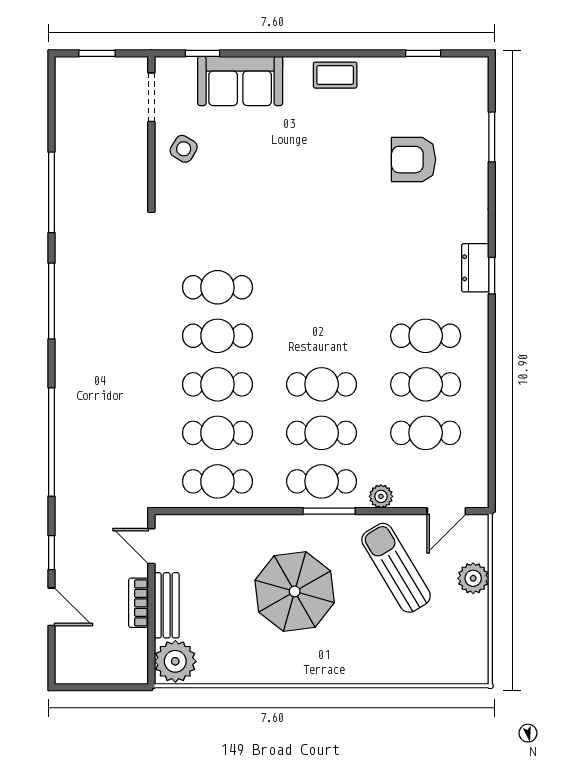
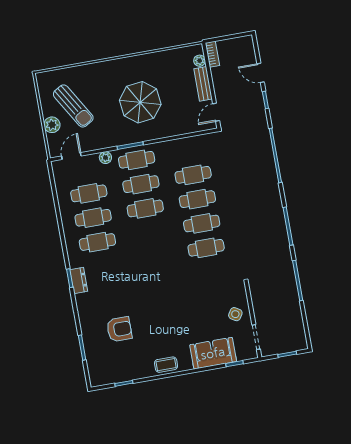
cafe table: (217, 481) -> (189, 151), removed
door: (151, 546) -> (216, 112), swing flipped
sun lounger: (396, 568) -> (73, 106), moved
bookcase: (139, 603) -> (212, 54), moved
plant: (175, 661) -> (200, 61), width x0.53, depth x0.53

